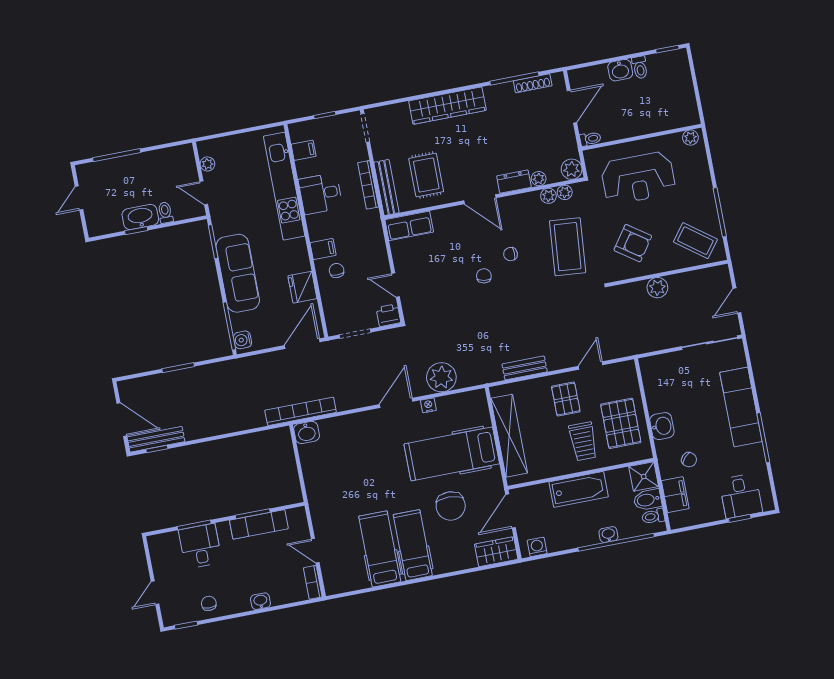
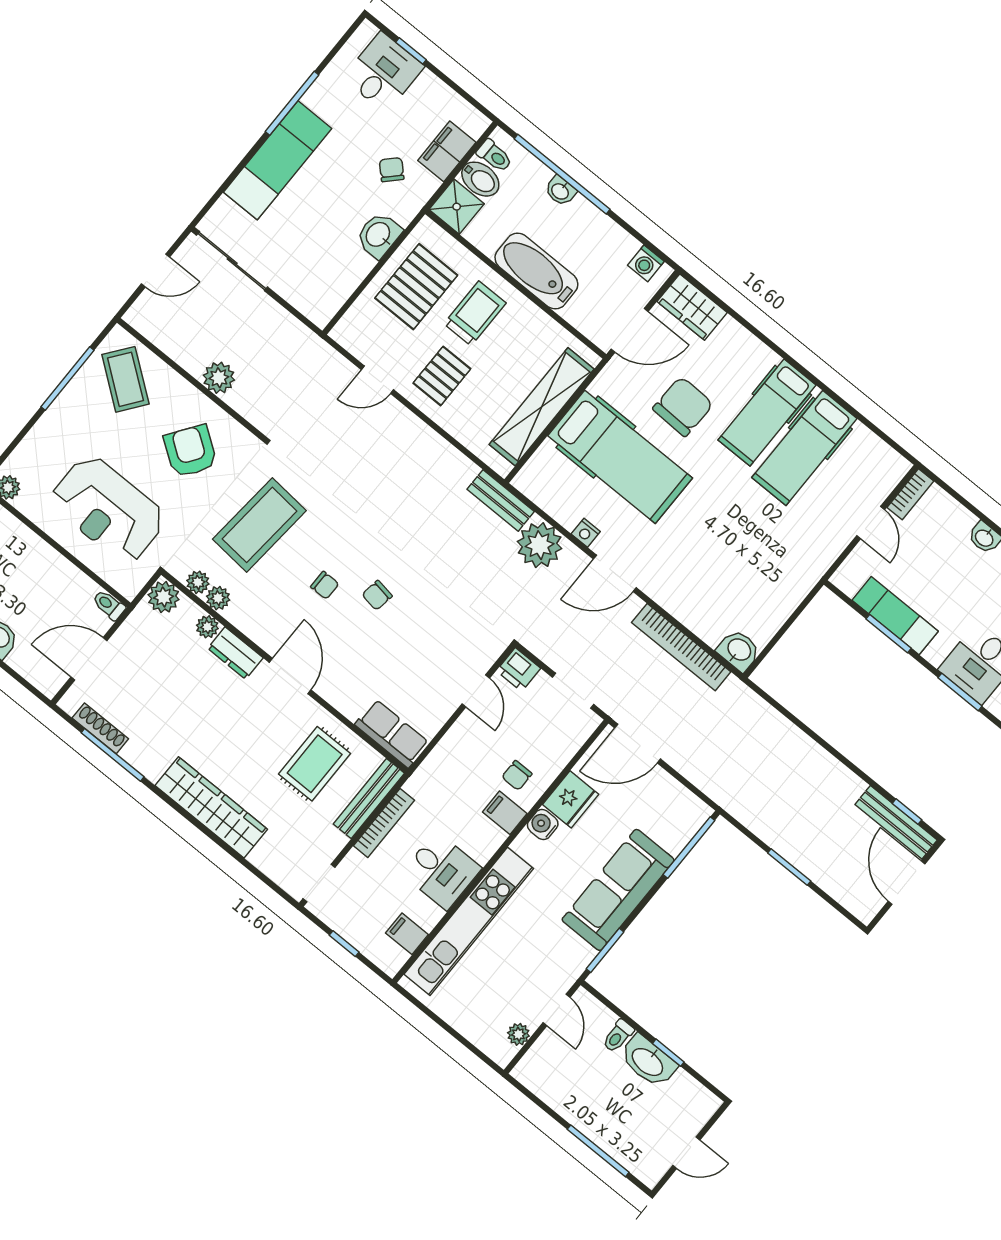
reception desk: (638, 178) -> (108, 509), turned 180
water cooler: (243, 340) -> (543, 825), moved, turned 180
bench: (525, 368) -> (501, 500), moved
bookcase: (301, 411) -> (681, 647), moved

